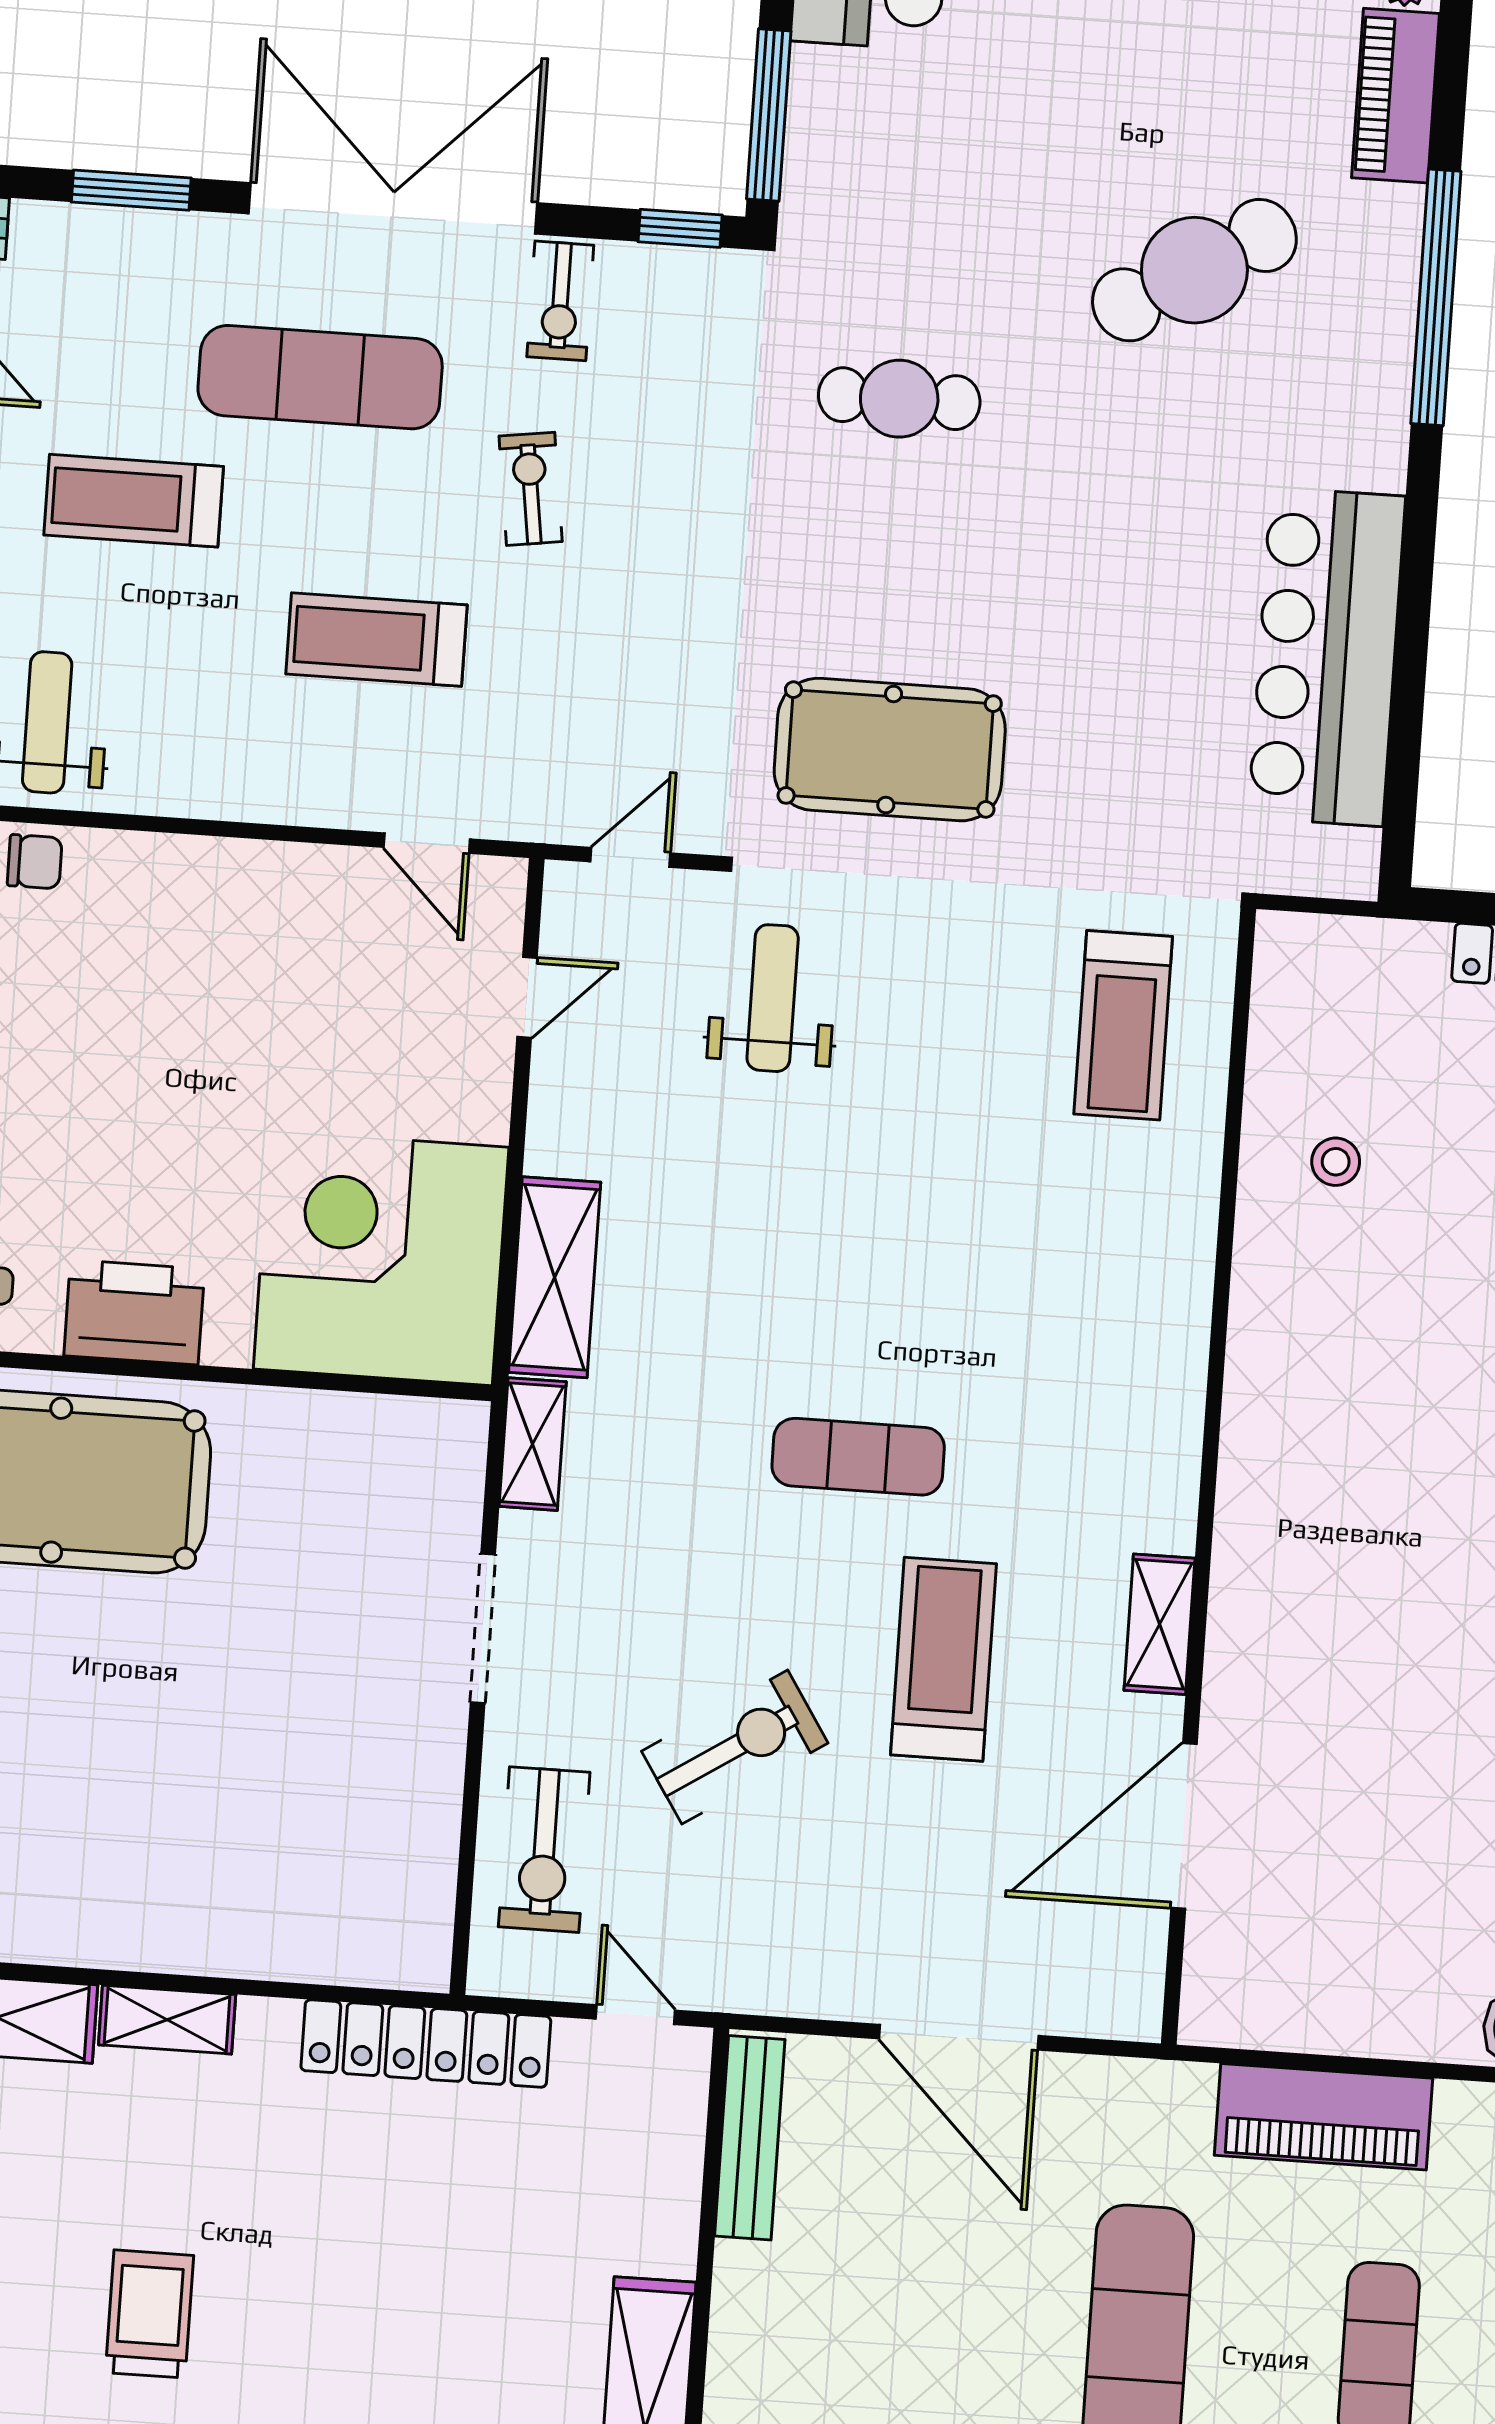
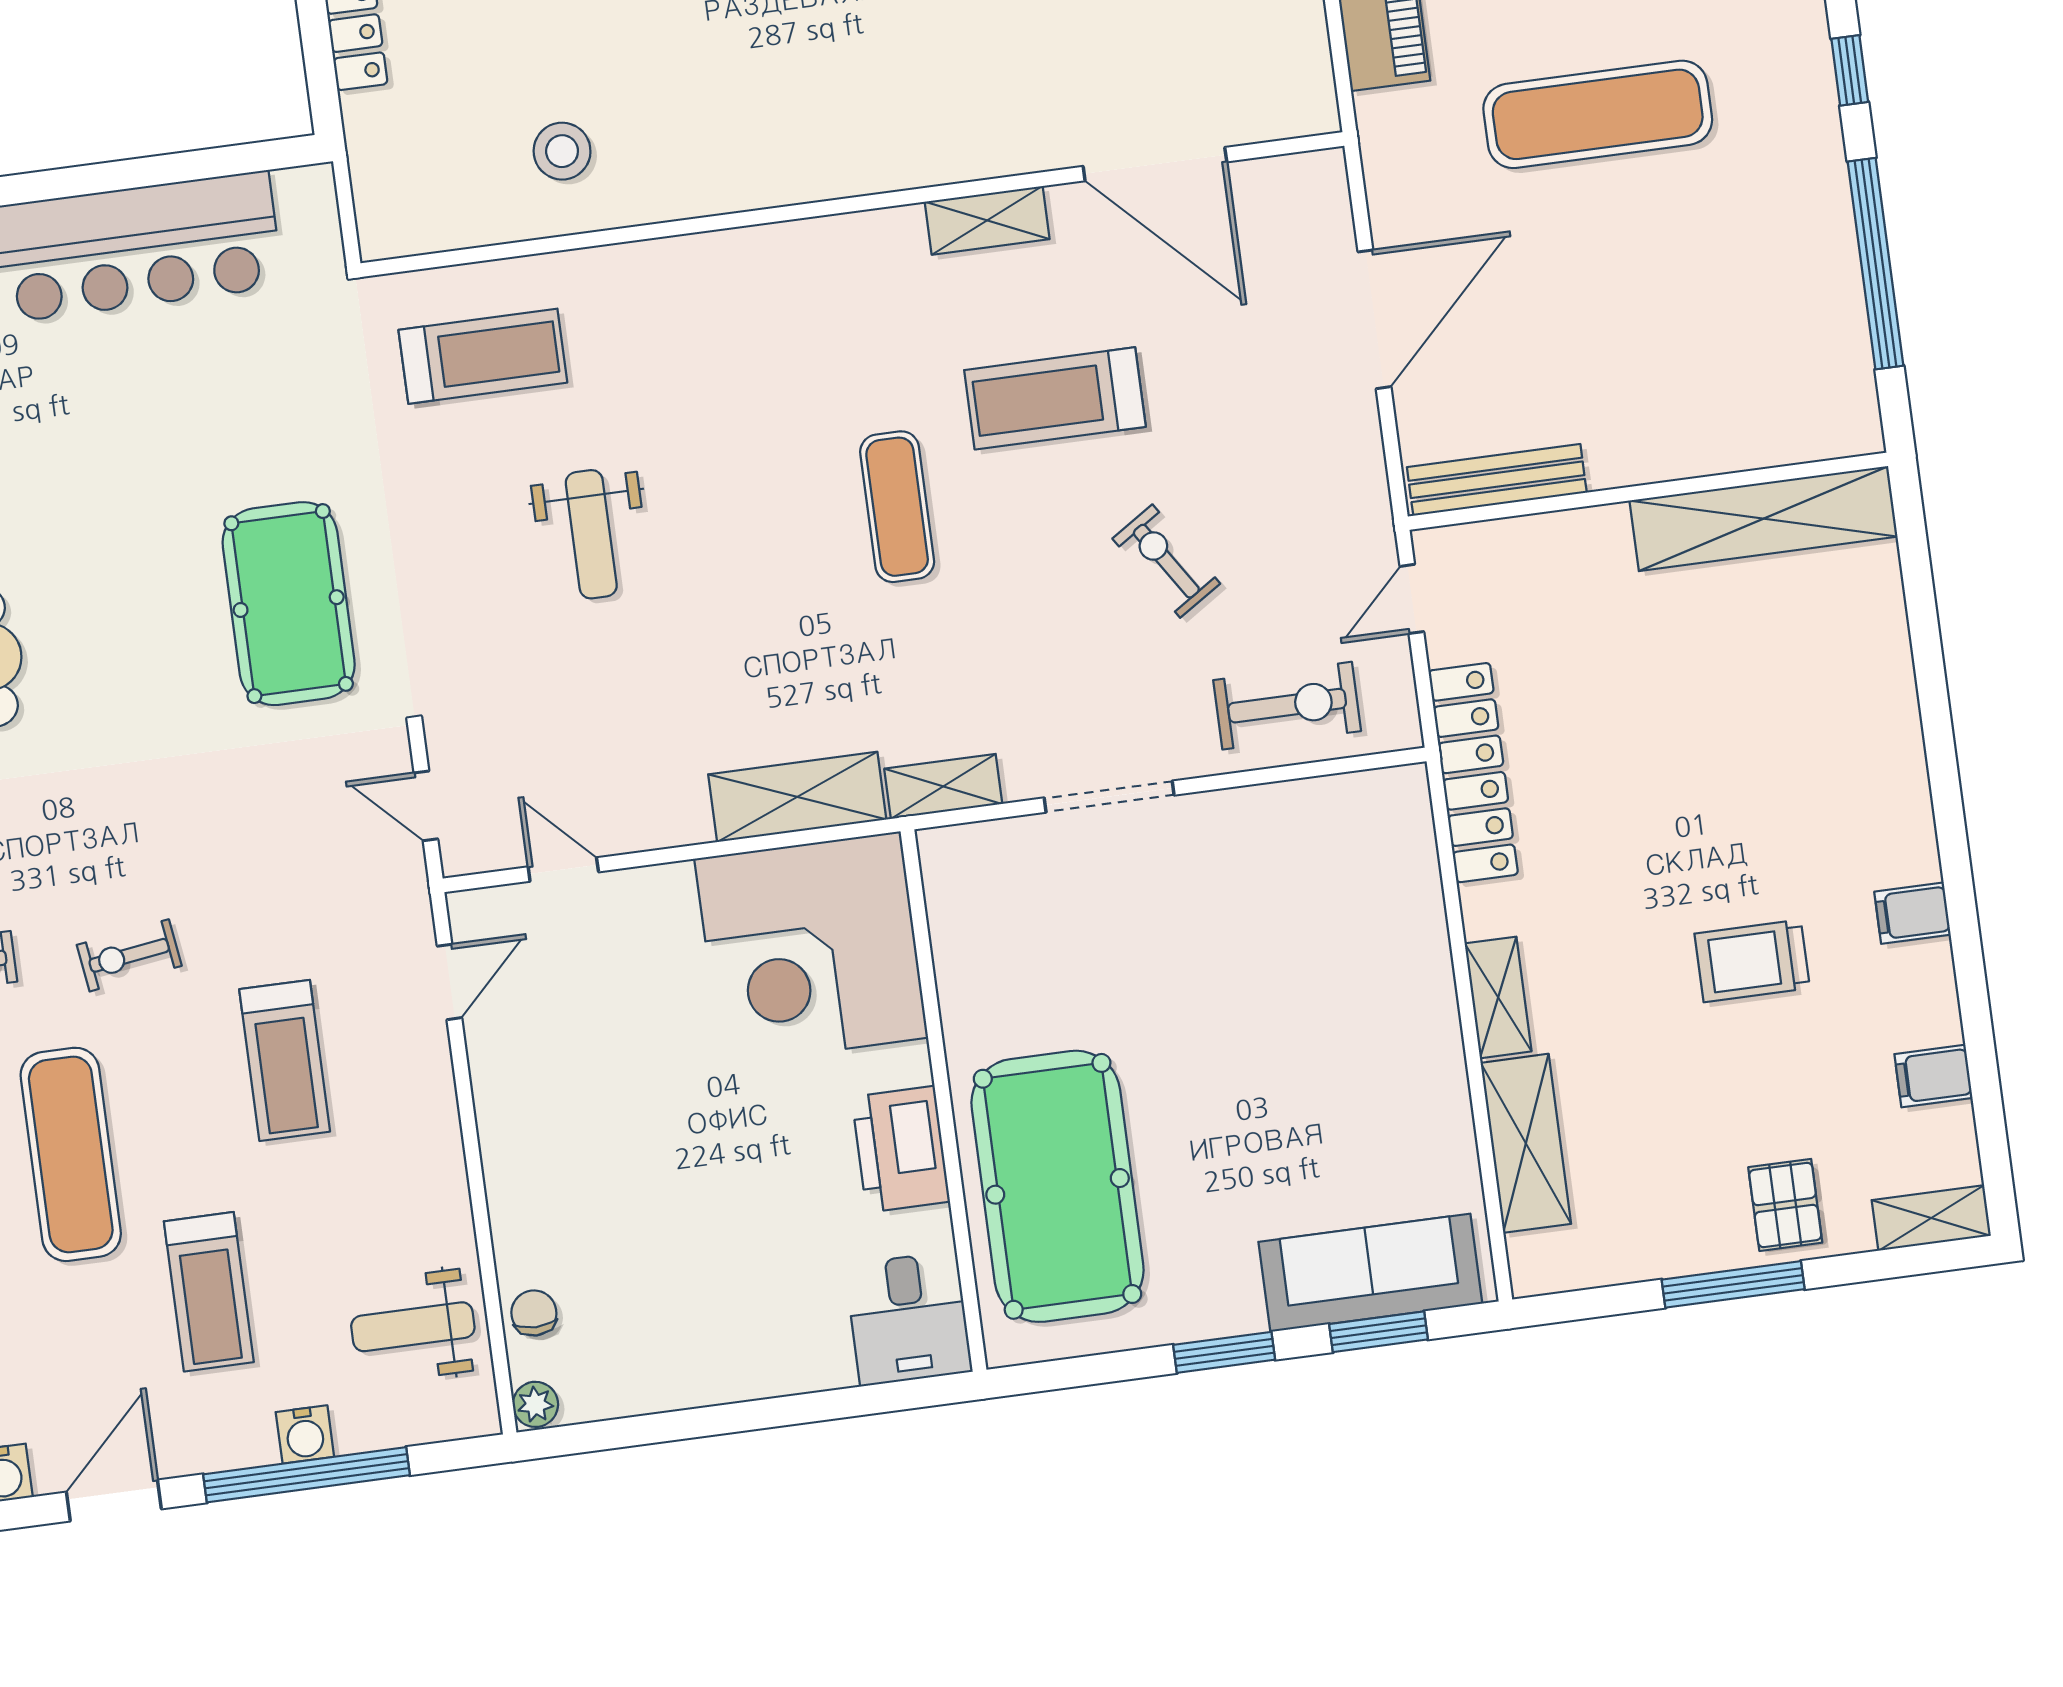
weight bench: (773, 998) -> (591, 534), moved, turned -90
stool: (1336, 1162) -> (562, 151), width x1.37, depth x1.37
exercise bike: (735, 1747) -> (1166, 561), width x0.73, depth x0.72

